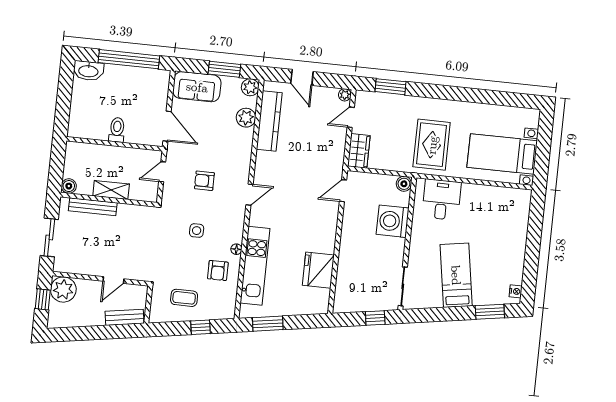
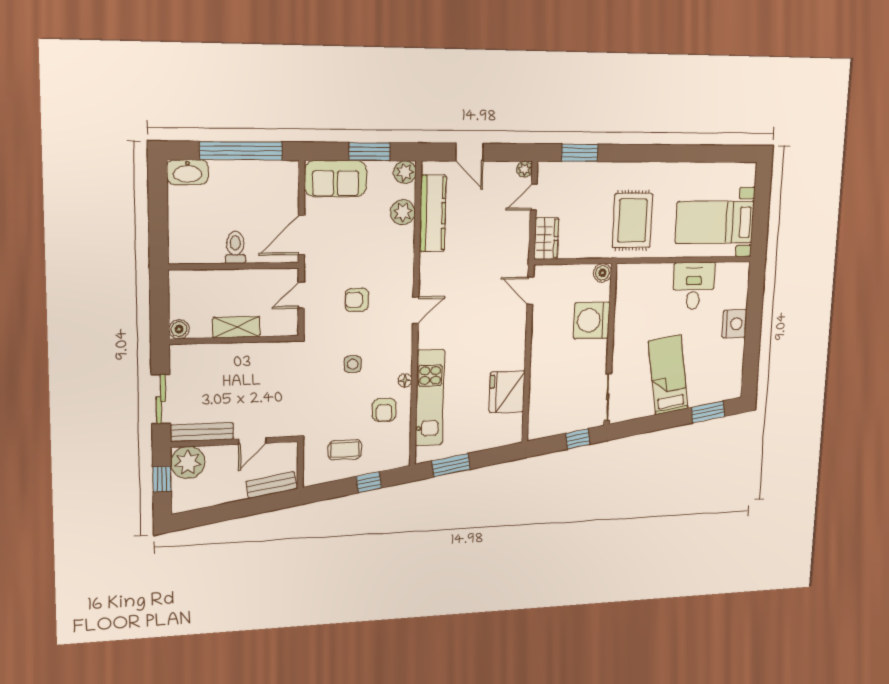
door: (167, 126) -> (301, 235), swing flipped
door: (343, 191) -> (530, 291), hinge flipped
desk: (442, 200) -> (694, 286), moved
bench: (93, 207) -> (202, 432), moved
nightstand: (516, 291) -> (734, 324), moved, width x1.89, depth x1.79

